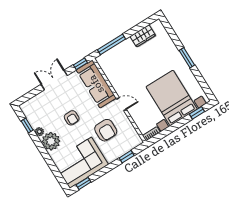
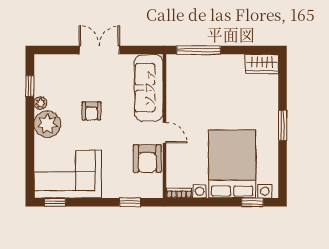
wardrobe: (143, 36) -> (262, 64), moved
window: (80, 64) -> (144, 50), removed
armchair: (106, 130) -> (147, 159), moved

